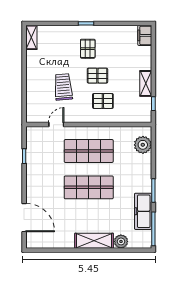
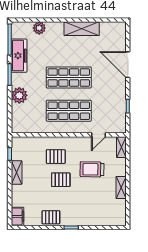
shelving: (31, 37) -> (121, 187), moved
pallet: (88, 49) -> (51, 217), moved, turned 90
trolley: (63, 87) -> (92, 169), turned 96
shelving: (31, 111) -> (121, 147), added
plant: (143, 145) -> (19, 95), moved
door: (24, 218) -> (128, 65), moved
shelving: (94, 241) -> (82, 29), moved

